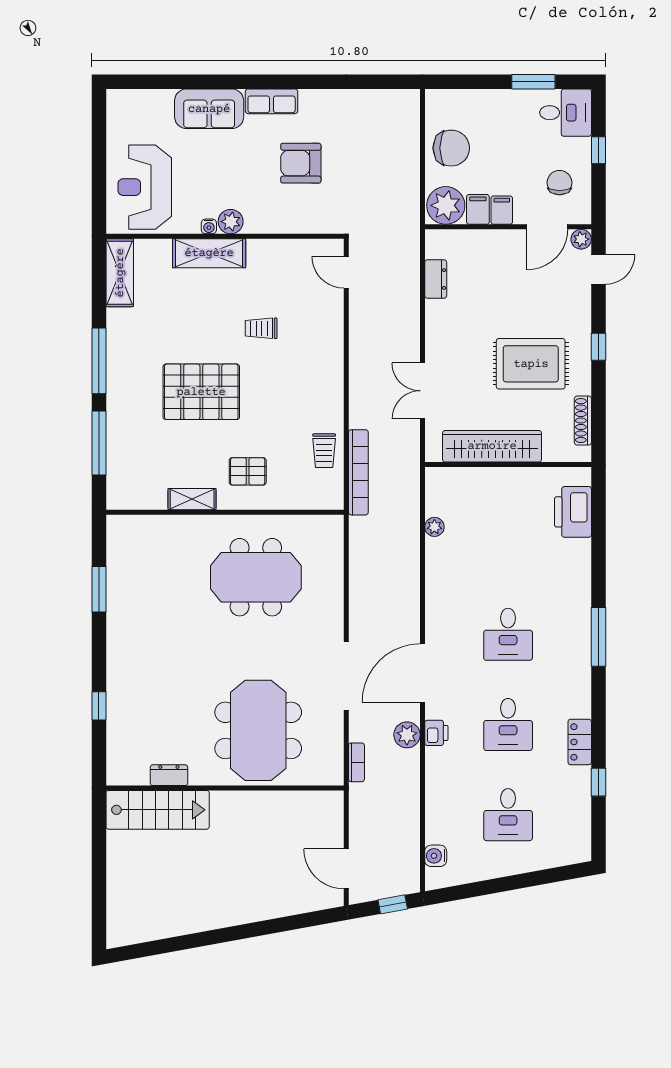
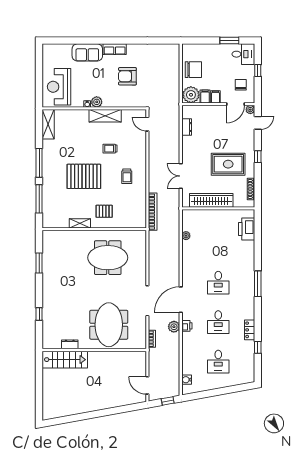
shelving: (209, 253) -> (105, 116), moved
trolley: (324, 451) -> (127, 176), moved

